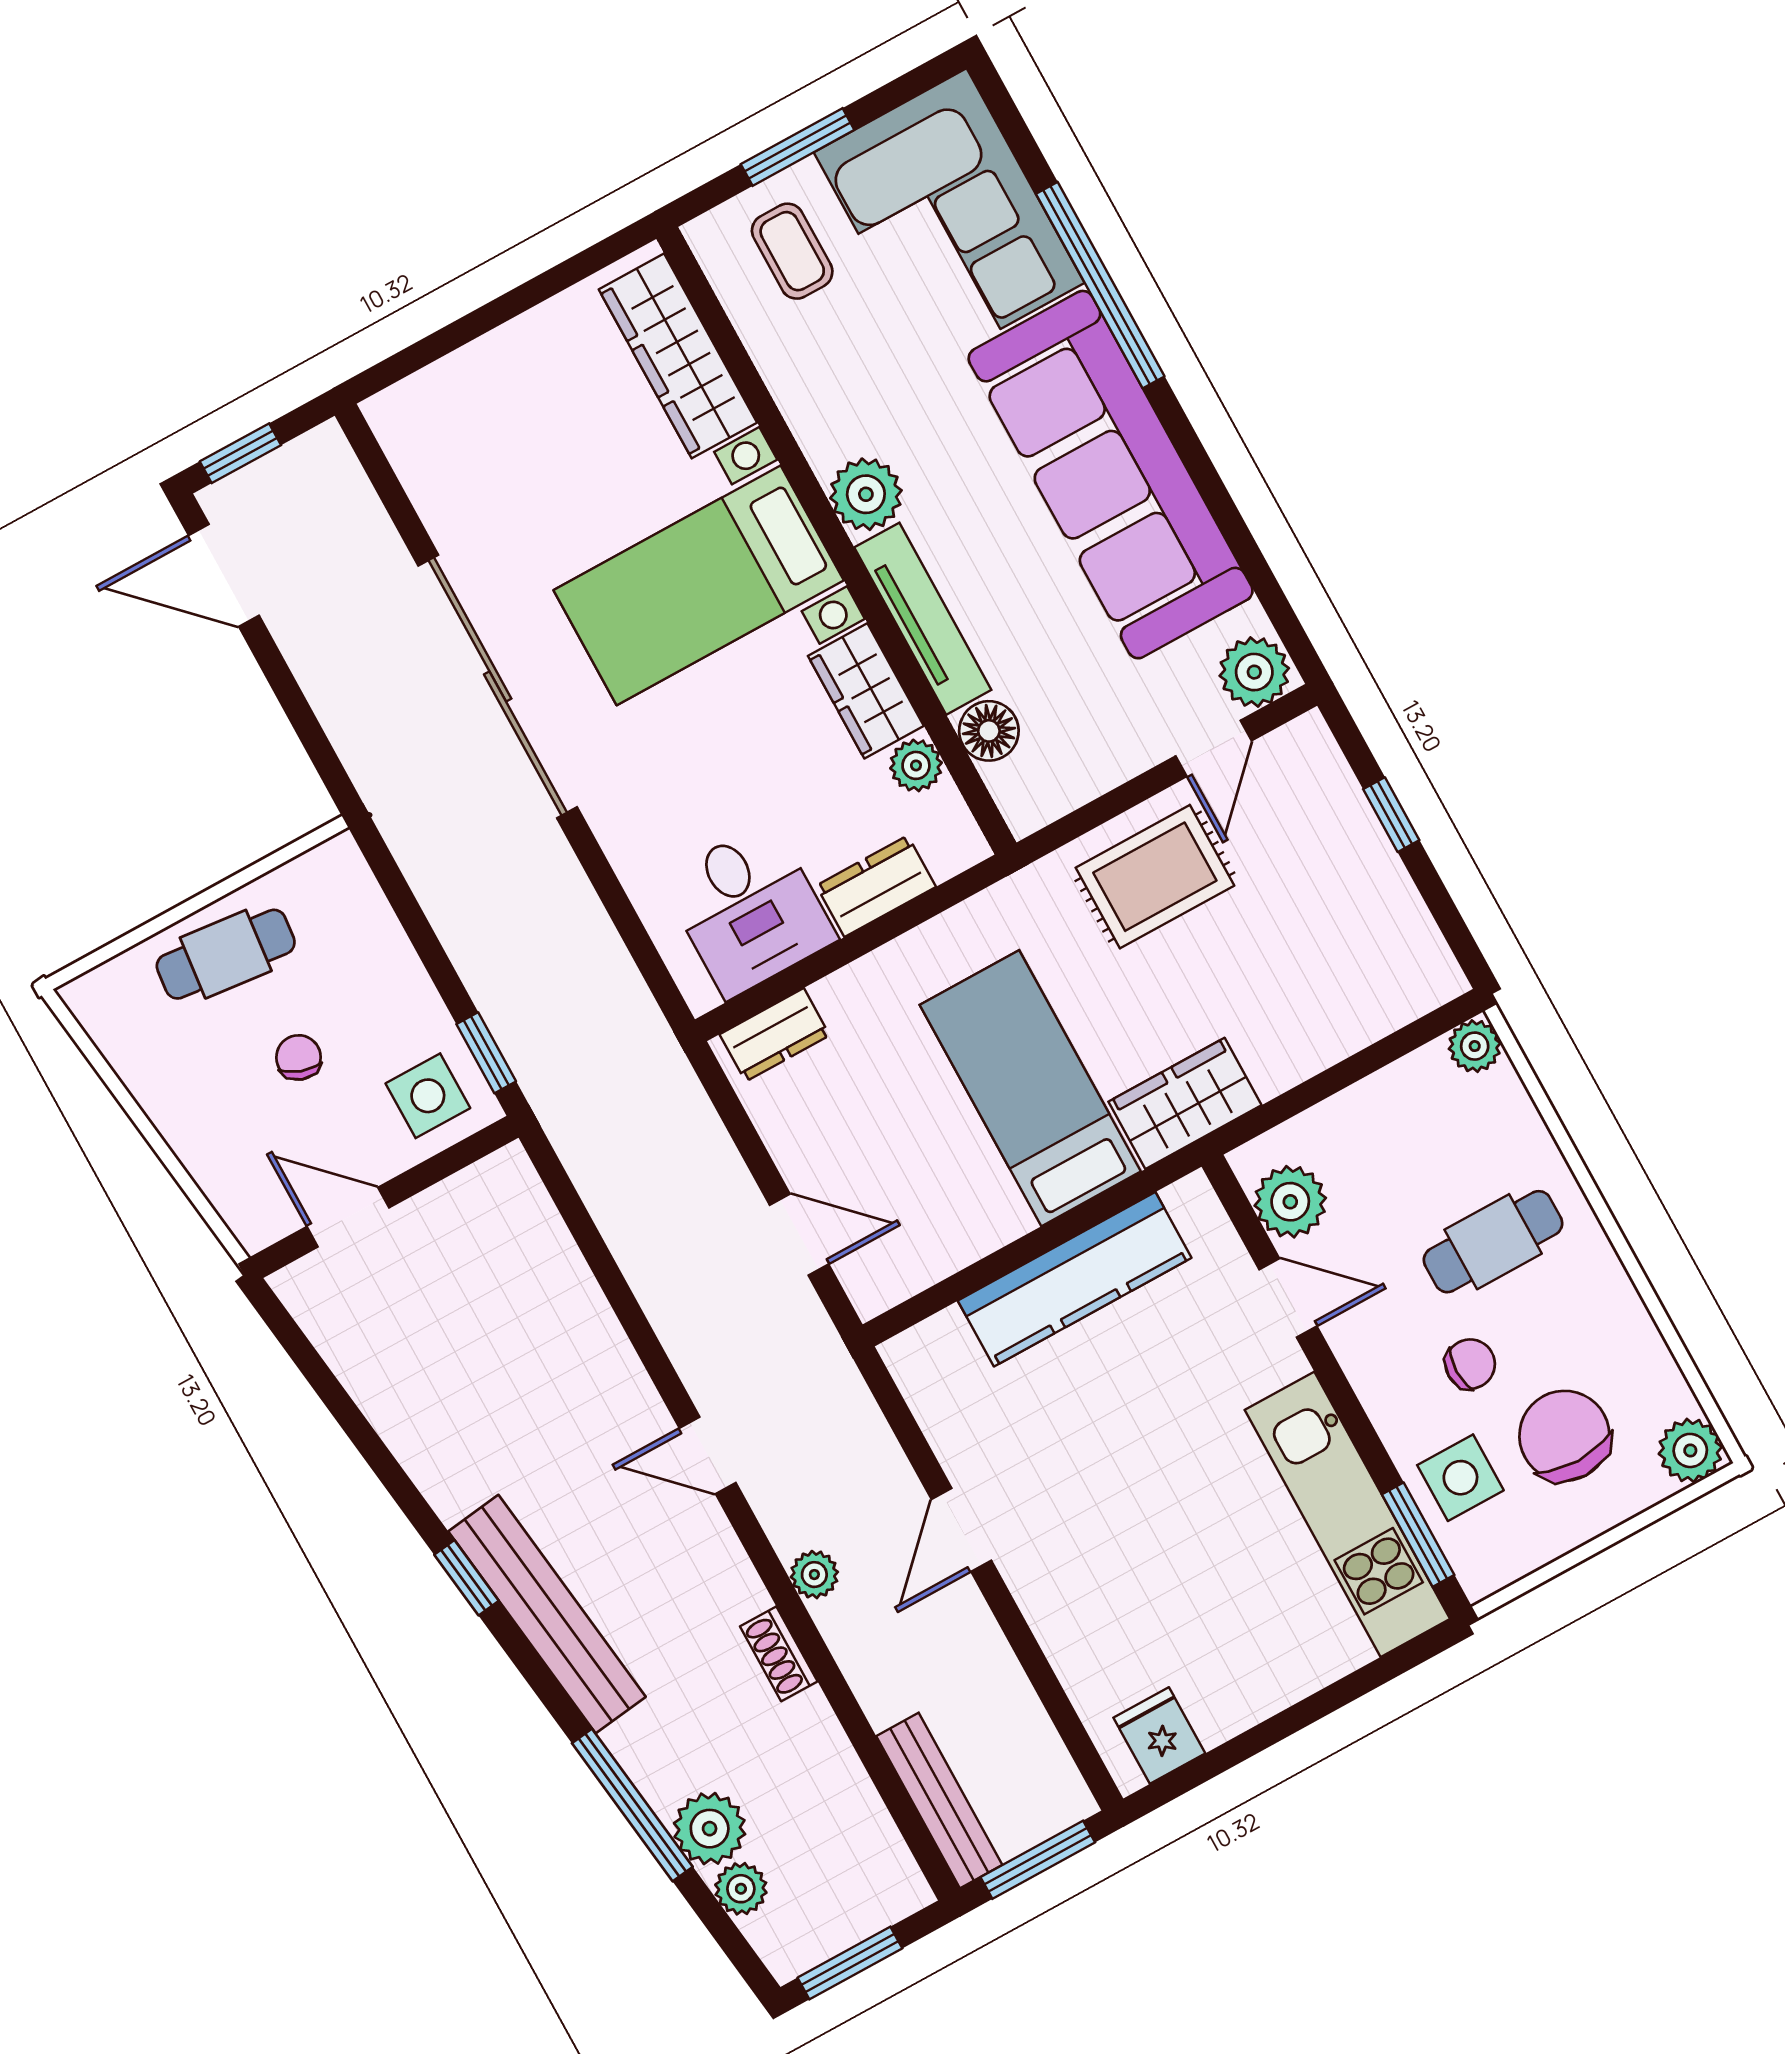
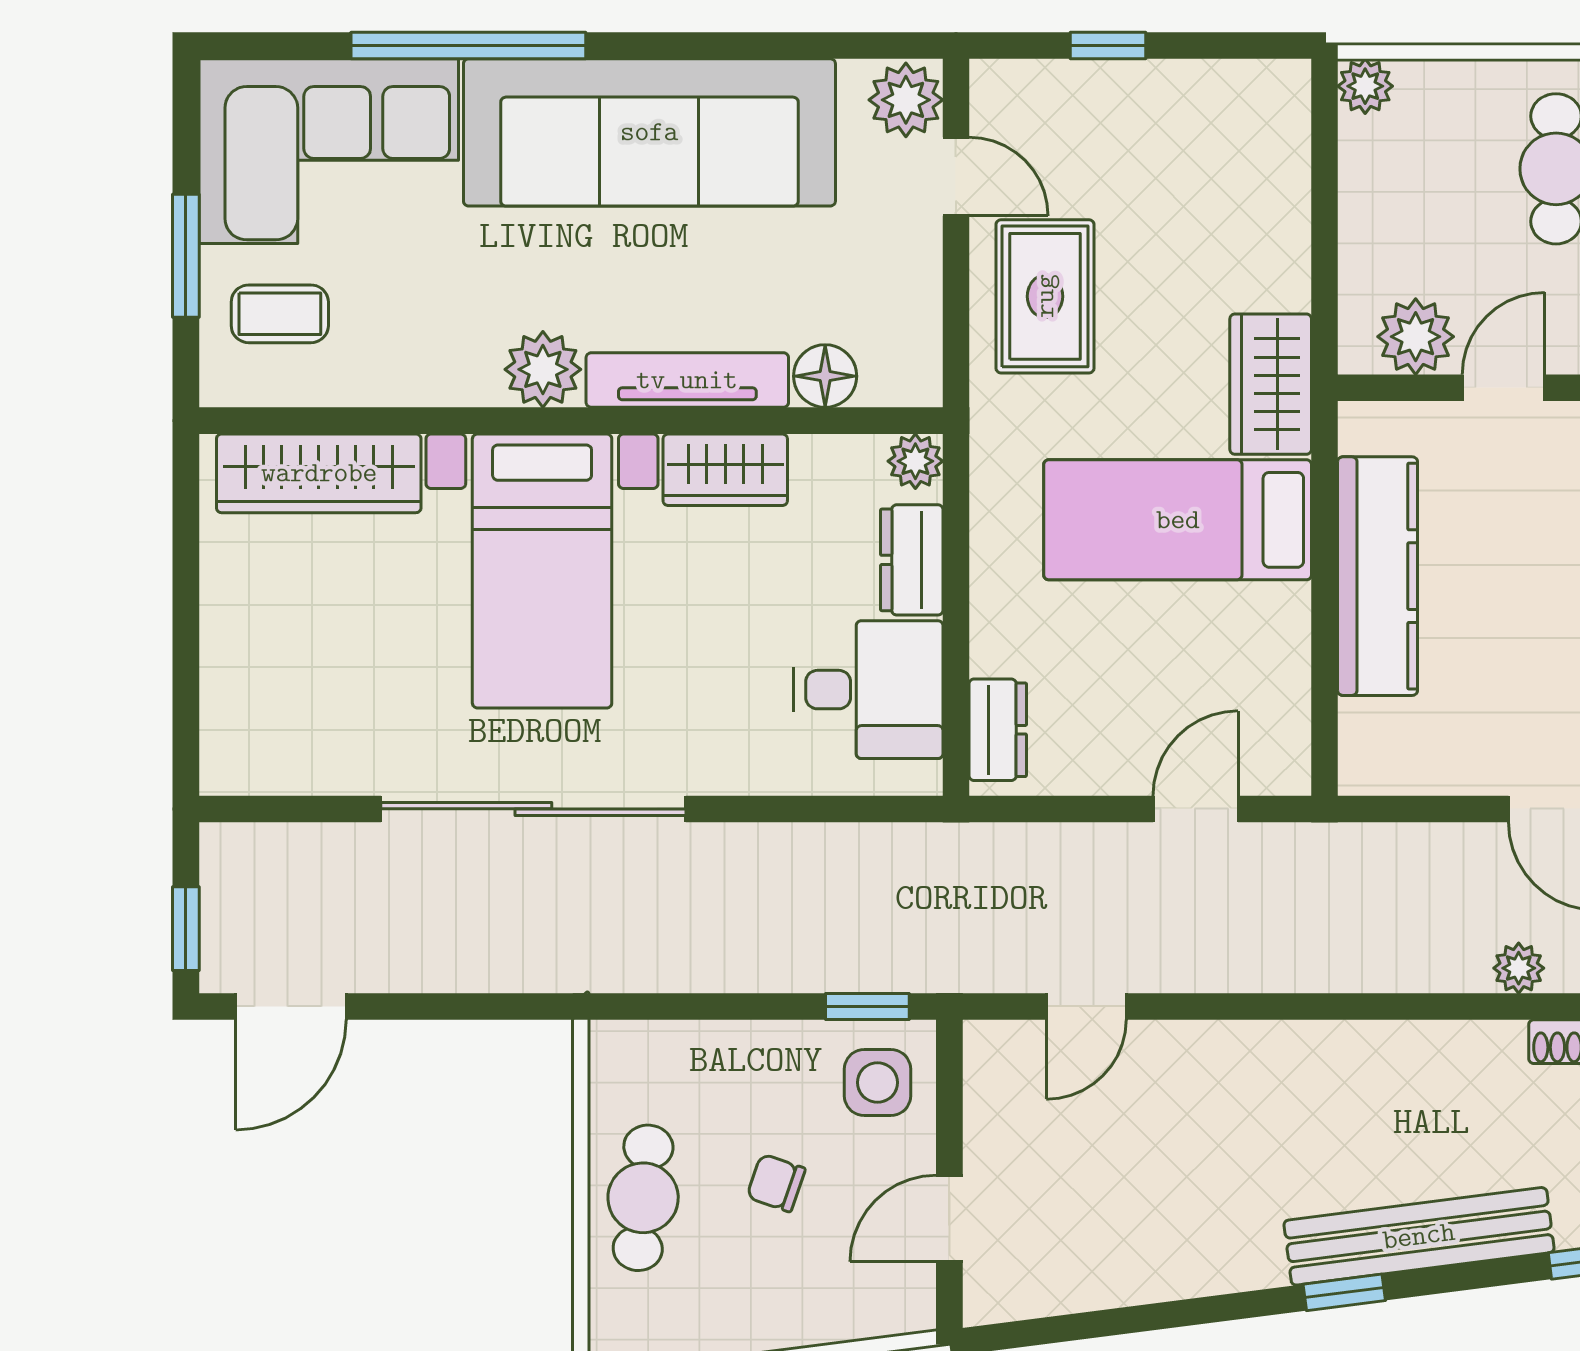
plant: (916, 765) -> (915, 461), moved
door: (708, 1455) -> (1086, 1006), moved

